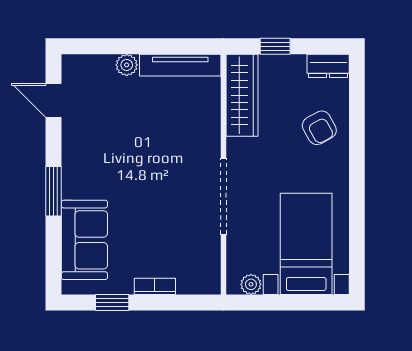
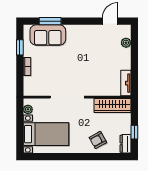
window: (275, 46) -> (134, 132), moved
plant: (127, 65) -> (126, 43), moved
tv unit: (180, 65) -> (126, 83), width x0.71
window: (54, 191) -> (50, 21), moved

